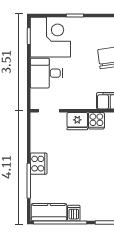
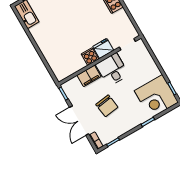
desk: (47, 73) -> (112, 70), moved, turned -90

